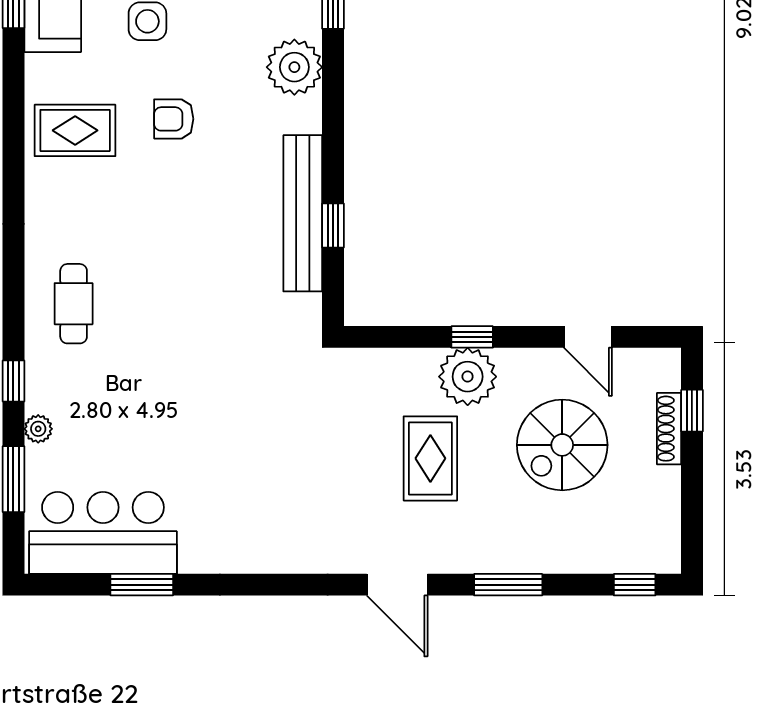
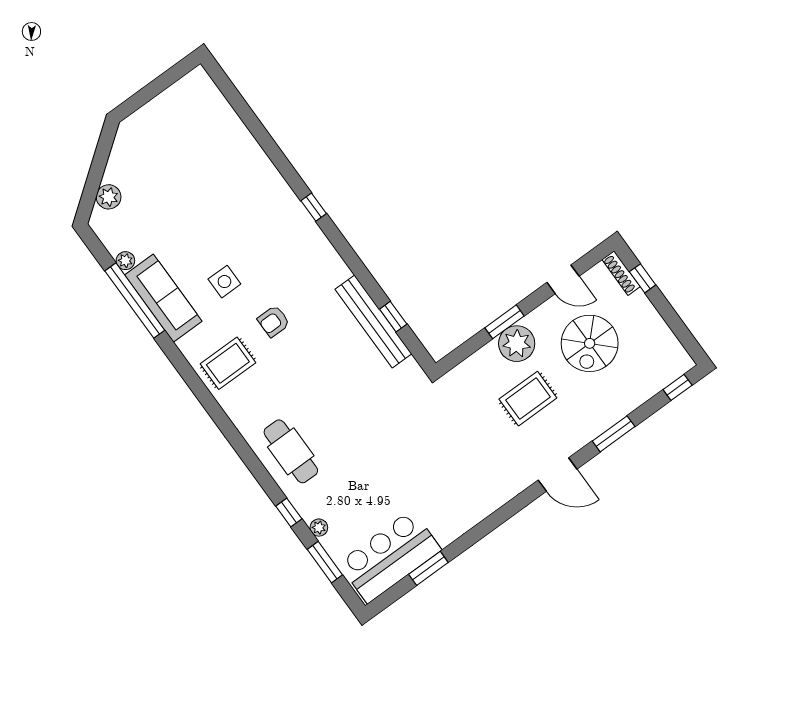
plant: (294, 67) -> (316, 251), removed
cafe table: (74, 304) -> (291, 451), width x1.37, depth x1.35
window: (472, 337) -> (504, 322), width x1.50
shoe rack: (669, 429) -> (621, 273), moved
rug: (430, 458) -> (528, 399), turned 90

